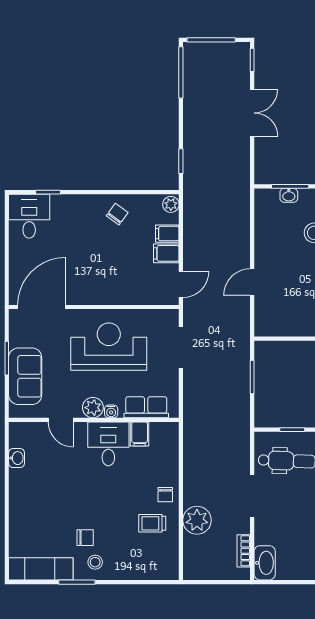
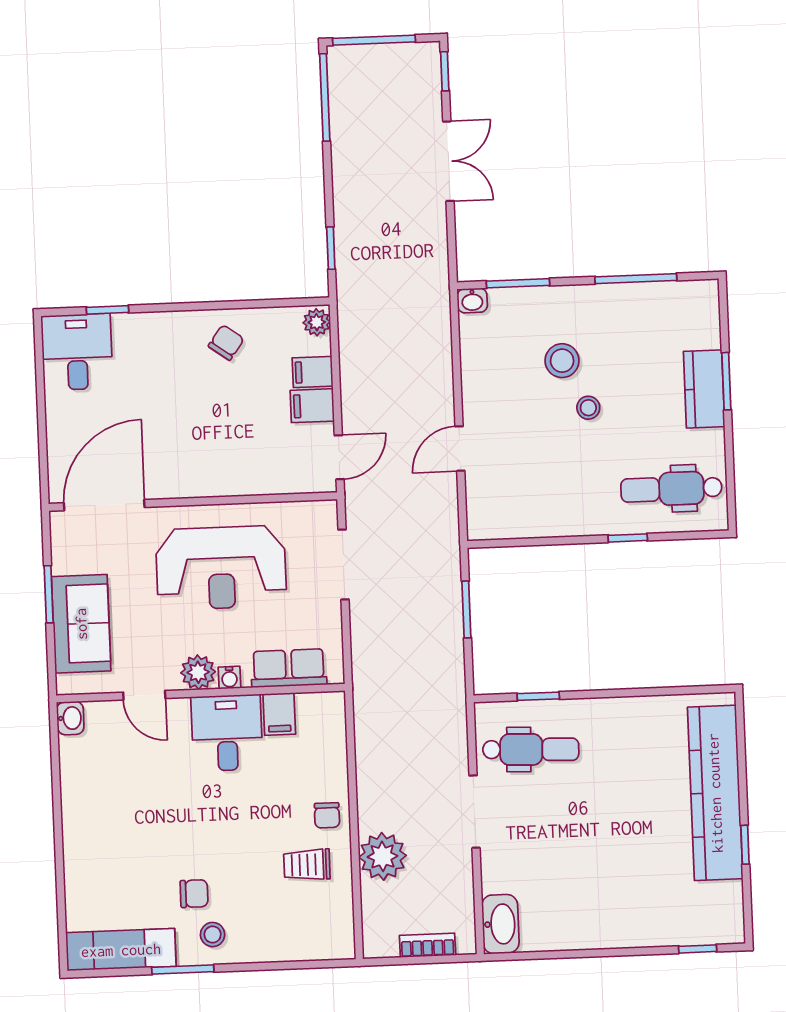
washbasin: (289, 195) -> (472, 301), moved
reception desk: (109, 347) -> (221, 568), turned 180
washbasin: (17, 458) -> (70, 718), moved
bookcase: (244, 551) -> (428, 945), moved, turned 90

